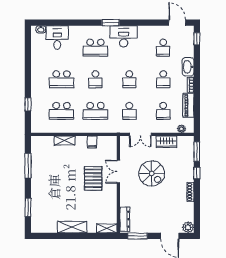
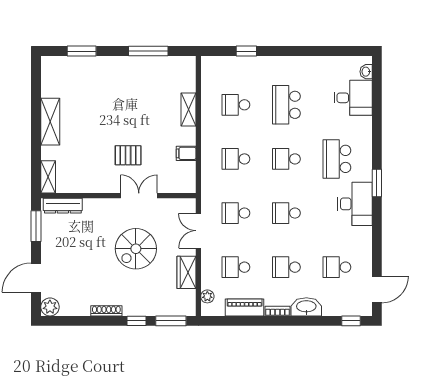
school desk: (62, 111) -> (236, 105), width x0.54
school desk: (95, 111) -> (236, 159), width x0.54
pallet: (93, 178) -> (128, 155), width x0.67, depth x0.71

